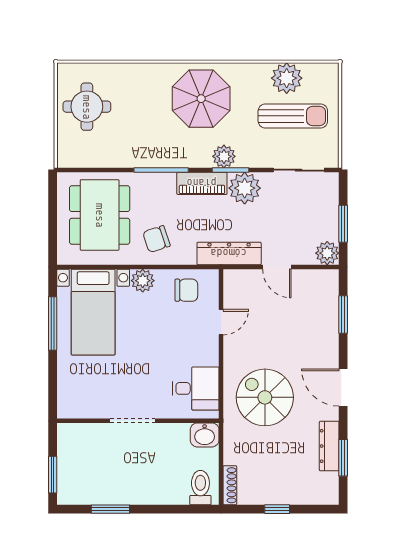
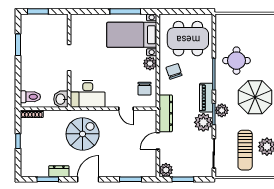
round table: (87, 107) -> (236, 61), moved
desk: (196, 388) -> (88, 94), width x1.37
dresser: (329, 446) -> (59, 171), width x0.70

